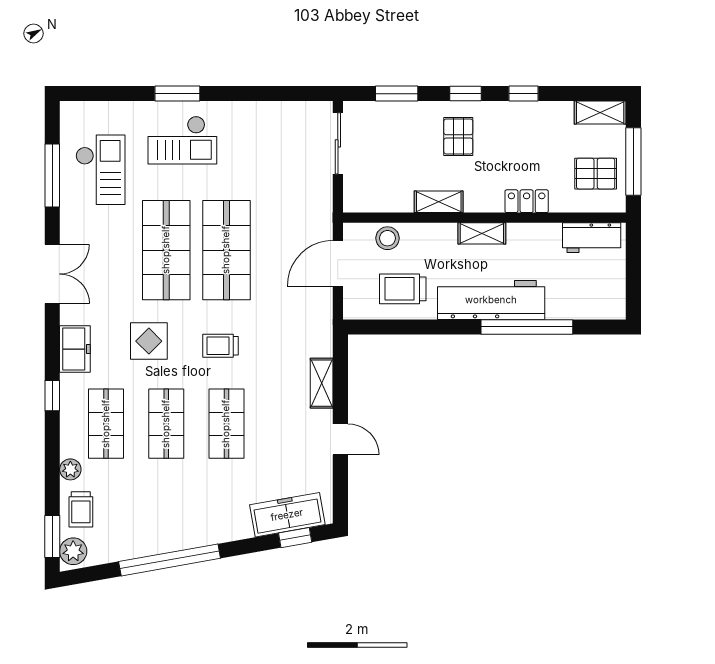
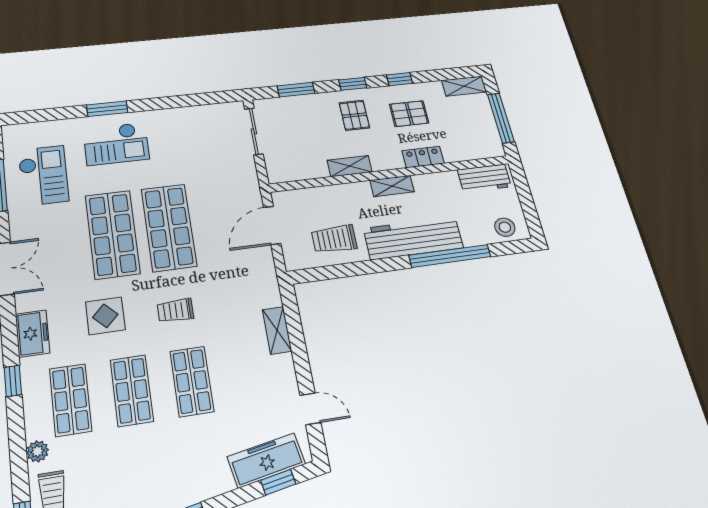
pallet: (596, 174) -> (409, 114), moved
stool: (388, 238) -> (505, 227), moved
door: (340, 439) -> (310, 409), moved

